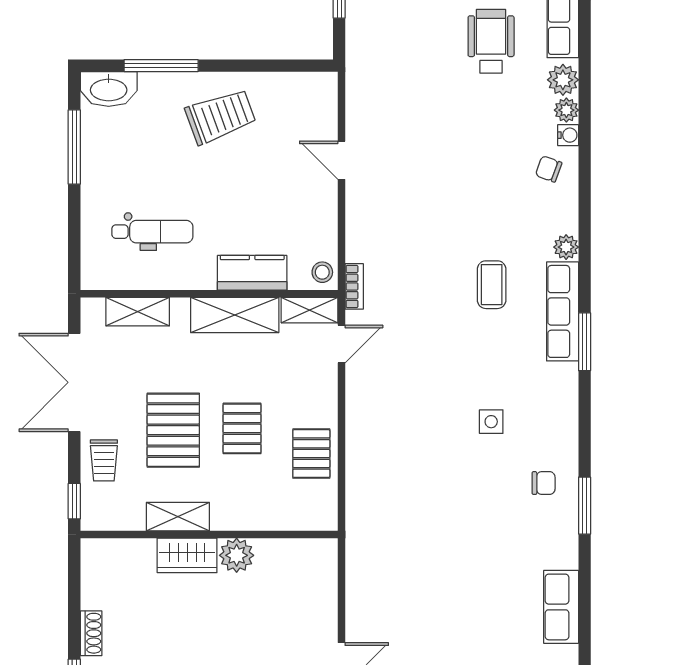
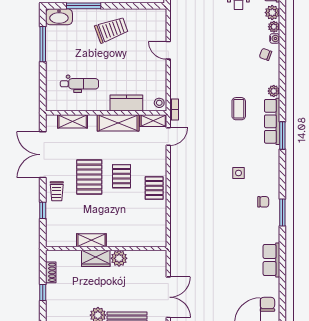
shelving: (178, 517) -> (91, 240), moved
wall: (209, 534) -> (106, 249), moved
wardrobe: (187, 555) -> (96, 258), moved
plant: (237, 555) -> (119, 258), moved

